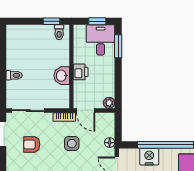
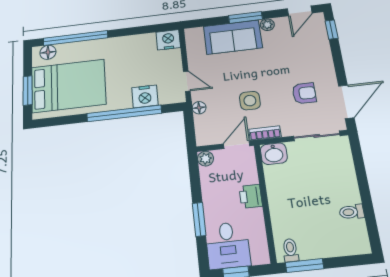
window: (51, 21) -> (304, 266), width x1.50
window: (118, 46) -> (199, 219), moved
toilet: (14, 75) -> (352, 212), moved
washbasin: (62, 76) -> (274, 154), moved, turned 90
door: (86, 111) -> (237, 145), hinge flipped

